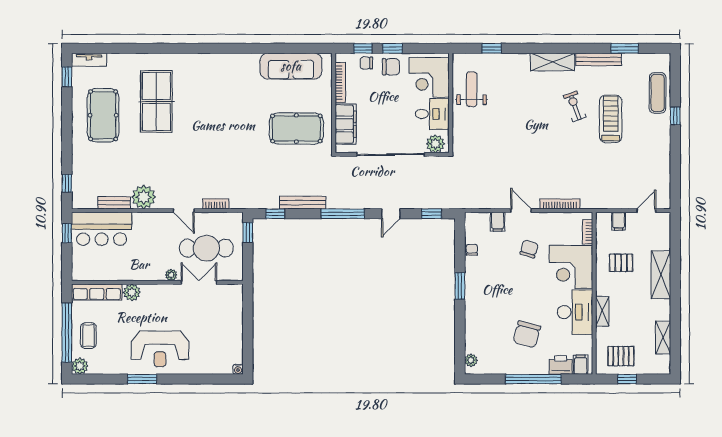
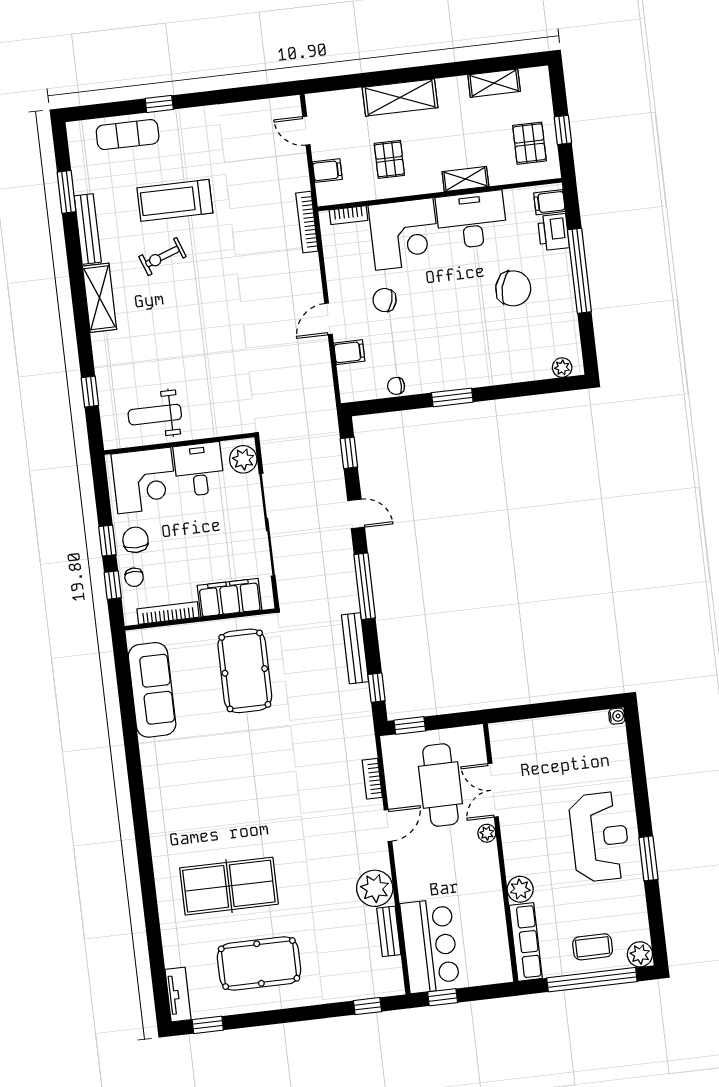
bookcase: (560, 204) -> (307, 222), moved

